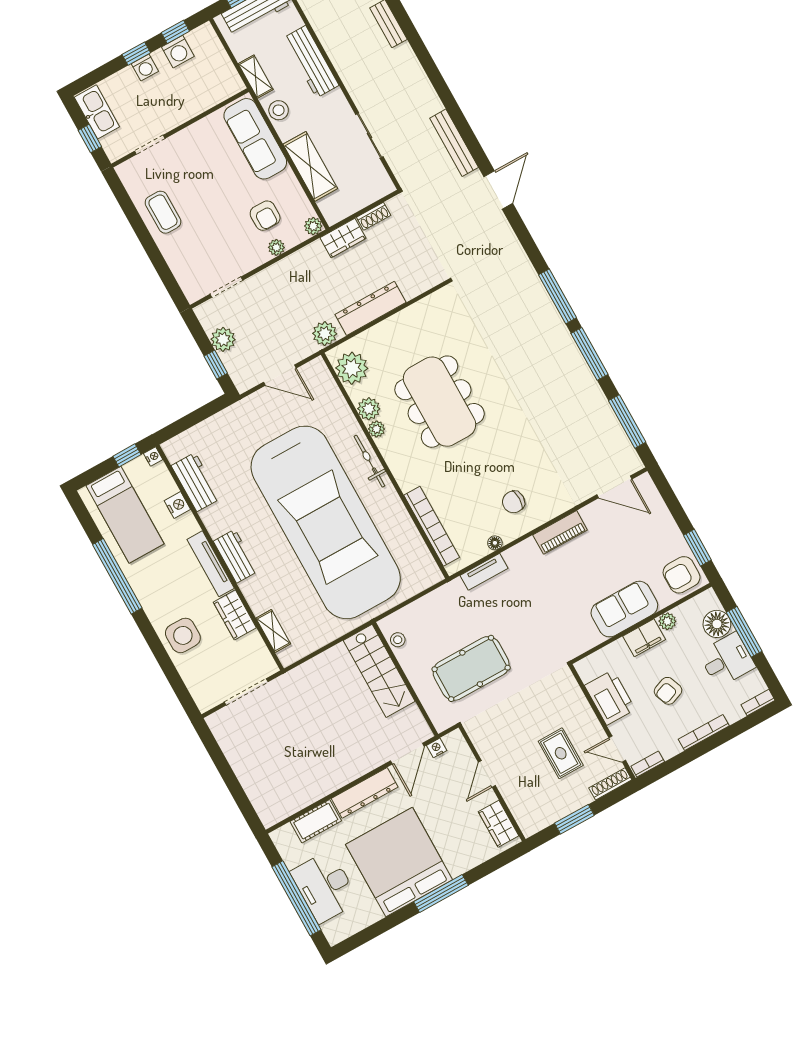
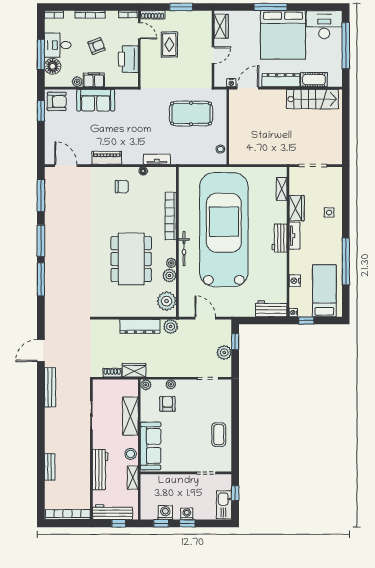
workbench: (196, 482) -> (271, 309), moved, turned 90
bookcase: (432, 526) -> (171, 216), moved
tv unit: (211, 564) -> (294, 236), width x0.71
side table: (183, 635) -> (329, 212), width x0.54, depth x0.54
stairs: (379, 671) -> (312, 99), moved, turned 90
desk: (325, 887) -> (324, 25), moved, turned -90

